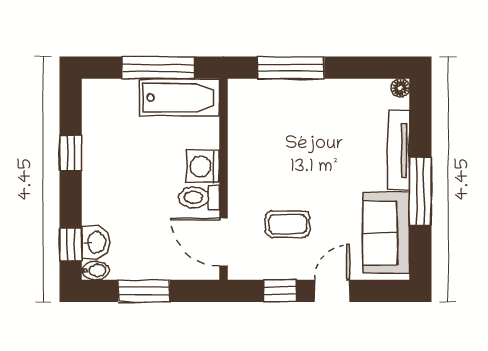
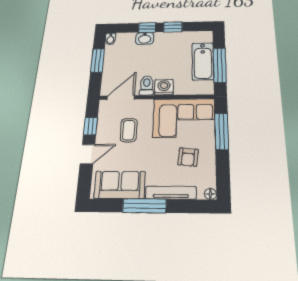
bathtub: (179, 98) -> (203, 61), moved
armchair: (337, 123) -> (188, 157), added
corner sofa: (265, 131) -> (184, 118), added
washbasin: (96, 242) -> (145, 38), moved
window: (71, 244) -> (147, 28), moved
door: (332, 291) -> (88, 154), hinge flipped

